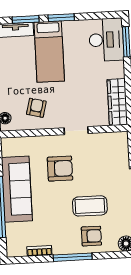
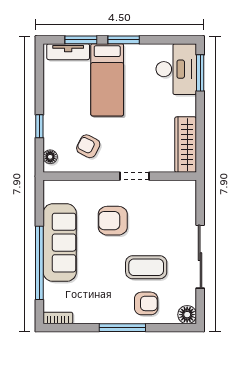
armchair: (36, 108) -> (88, 146), turned -77
armchair: (60, 169) -> (113, 221), turned 180
bookcase: (39, 251) -> (58, 318), moved

